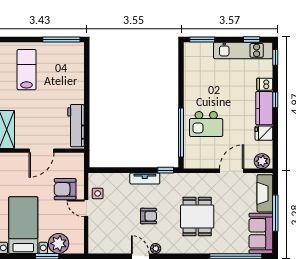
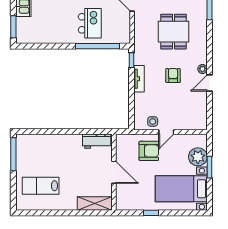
workbench: (76, 126) -> (97, 141), width x0.73
armchair: (65, 189) -> (149, 151), turned -90
dining table: (197, 217) -> (174, 32), turned 90

